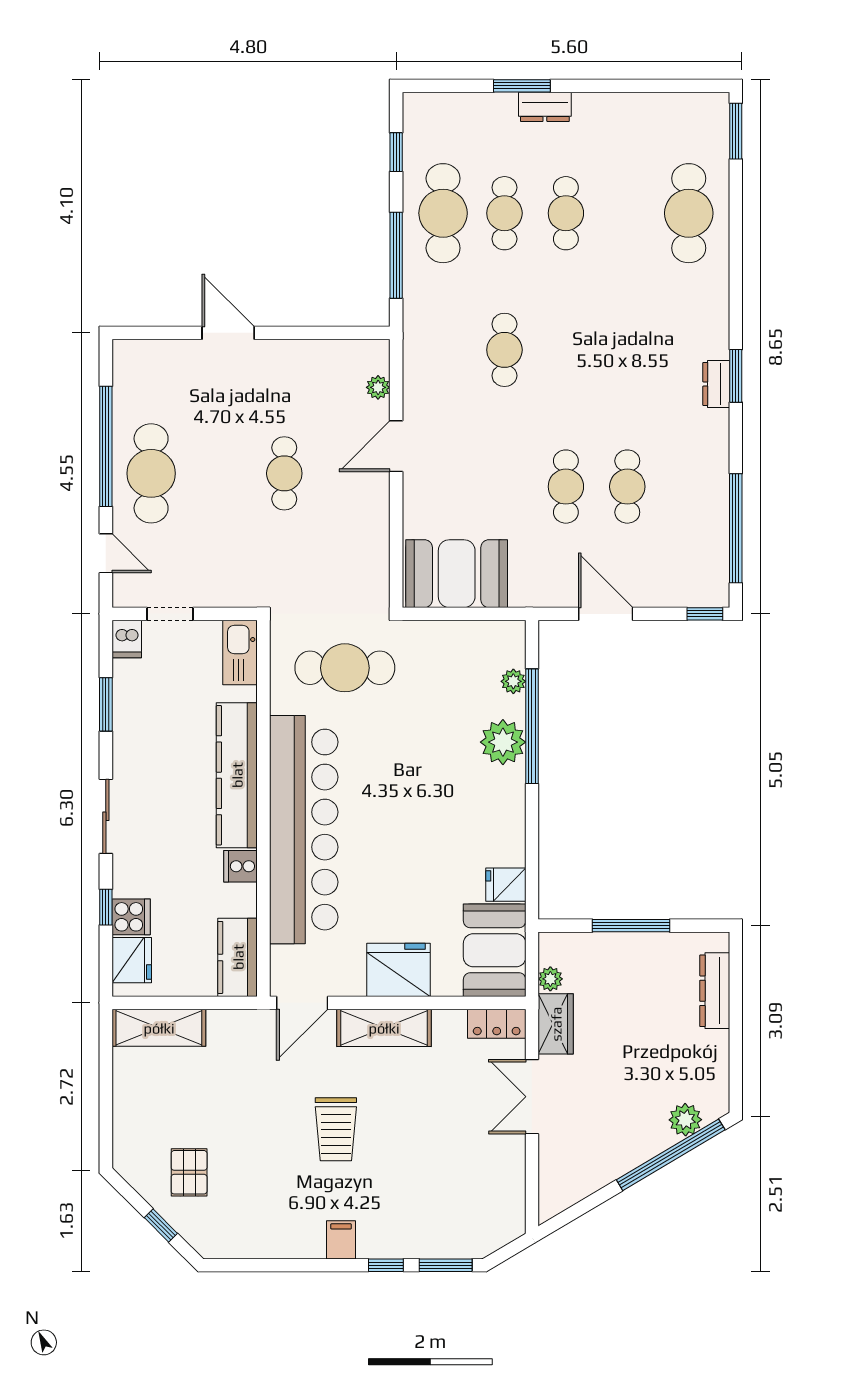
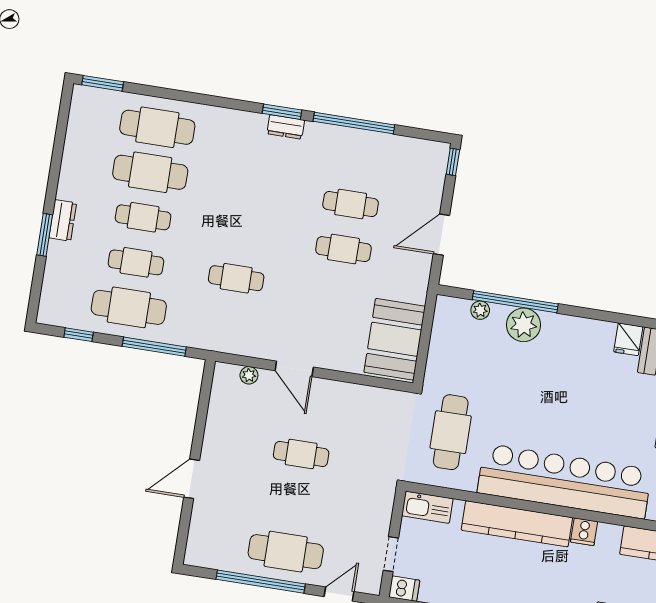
cafe table: (627, 213) -> (150, 172), added
window: (736, 528) -> (354, 123), moved

